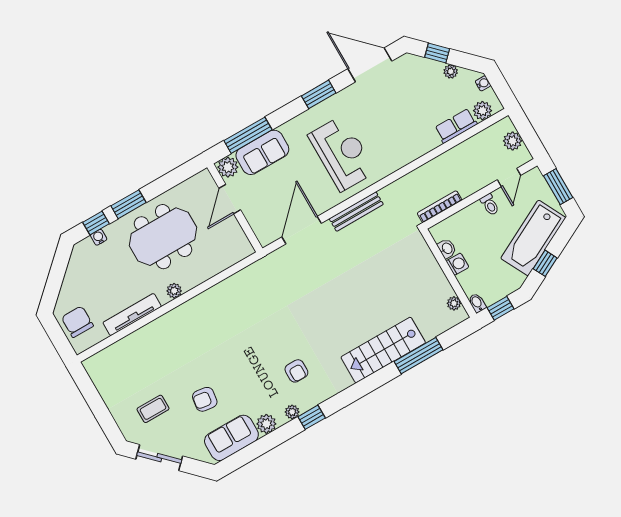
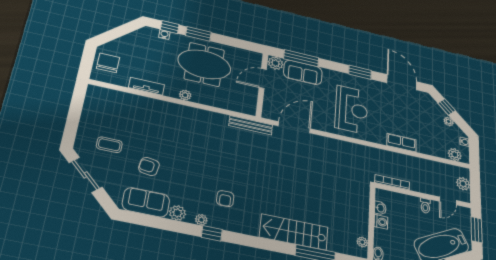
row of seats: (456, 126) -> (402, 143), moved
bench: (356, 212) -> (251, 125), moved
tv unit: (132, 315) -> (146, 86), width x0.71

